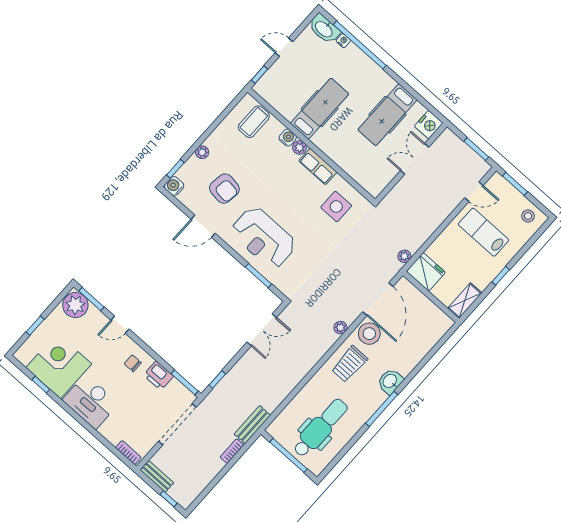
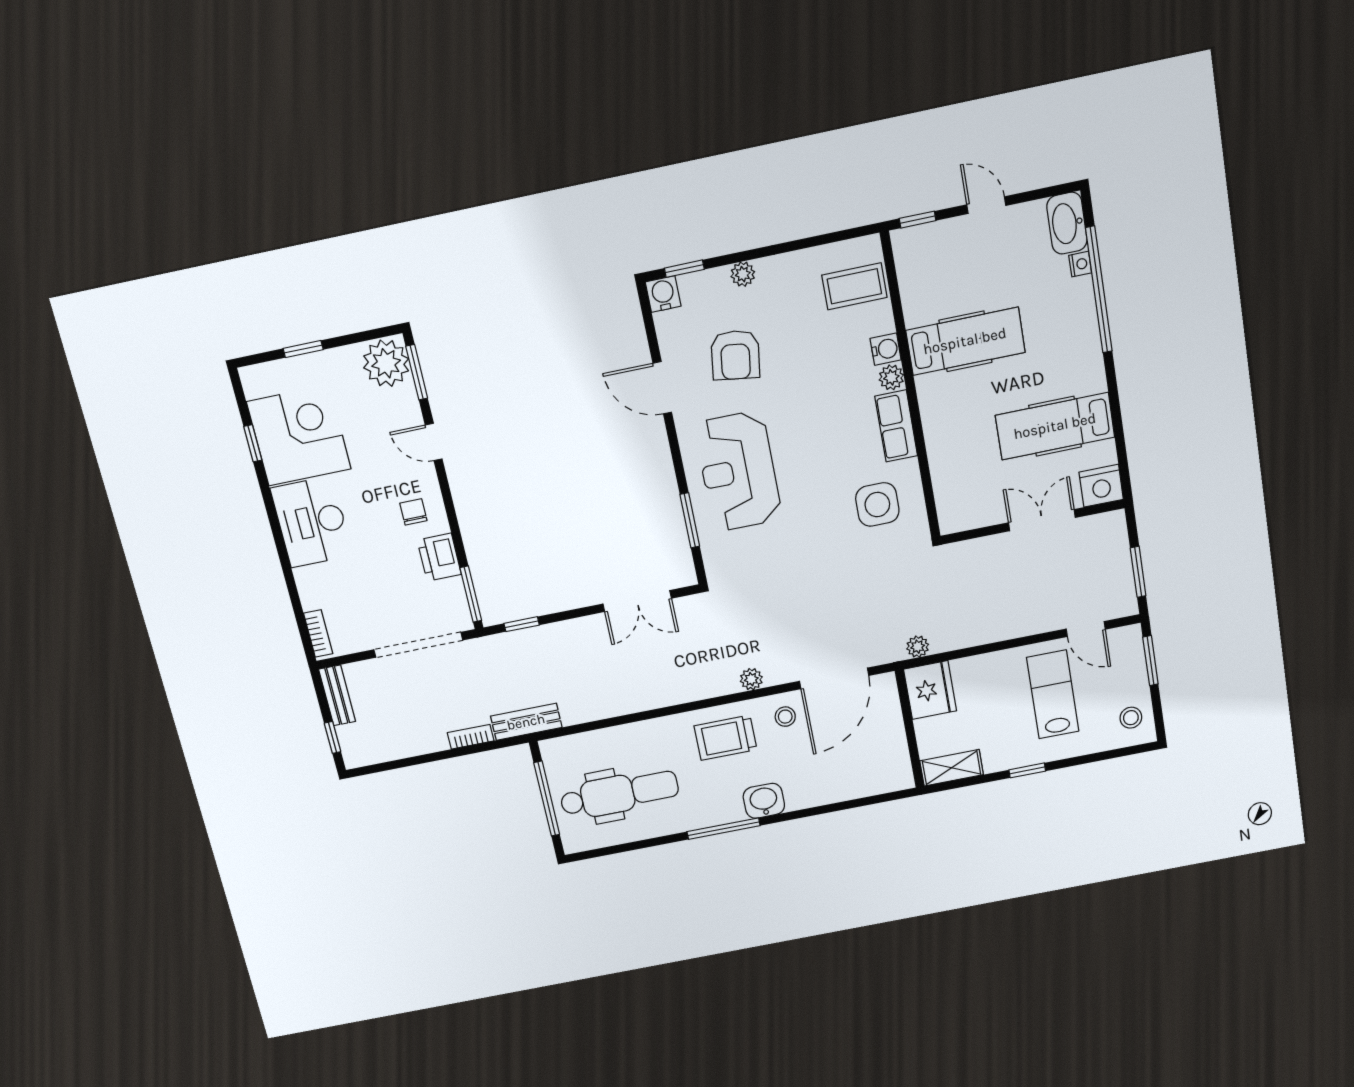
stool: (369, 334) -> (785, 717), width x0.53, depth x0.53

